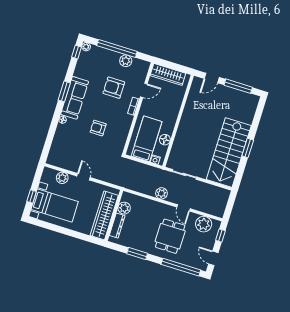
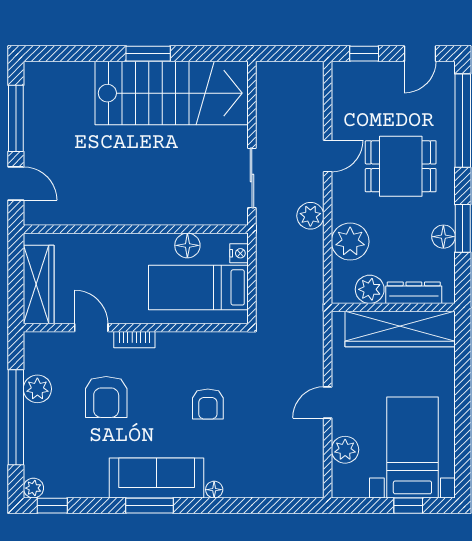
plant: (204, 224) -> (350, 242), moved
floor lamp: (136, 245) -> (443, 237), added

